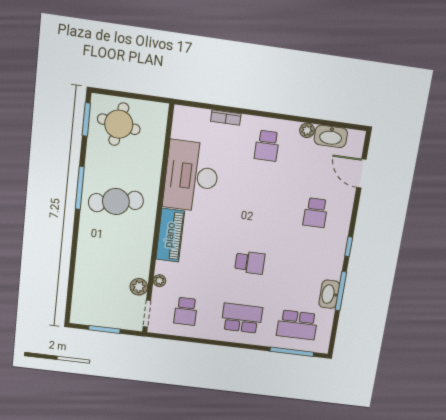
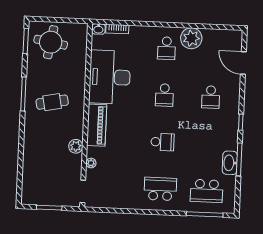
bookcase: (226, 118) -> (117, 29), moved
plant: (307, 130) -> (191, 38), width x1.88, depth x1.88
washbasin: (331, 136) -> (98, 29), moved, width x0.52, depth x0.69
cafe table: (116, 202) -> (52, 102), width x0.73, depth x0.74
plant: (139, 287) -> (76, 146), moved
school desk: (186, 311) -> (164, 95), moved

